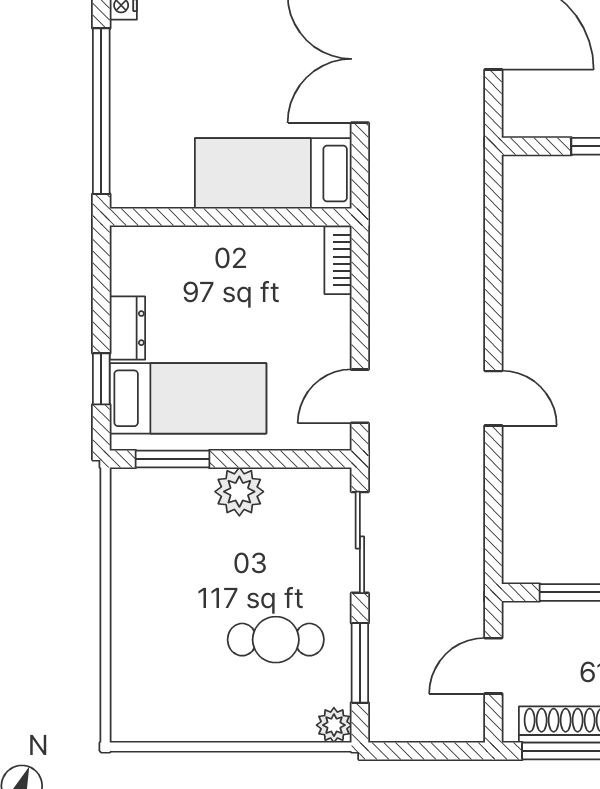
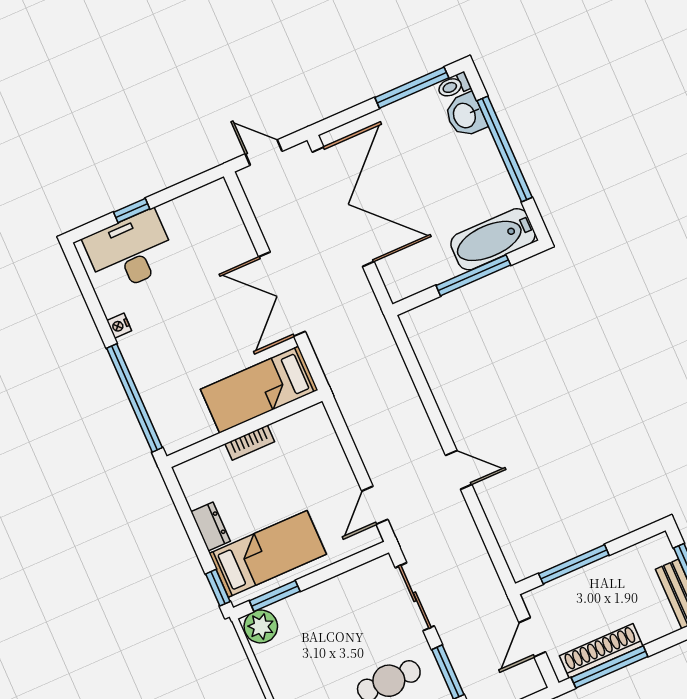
bookcase: (338, 260) -> (250, 443), moved, turned -90
window: (101, 379) -> (218, 588), moved
plant: (239, 492) -> (261, 626), moved

